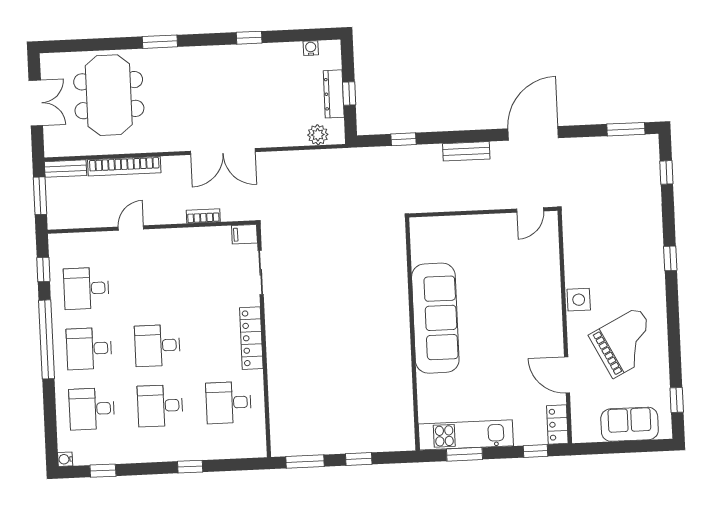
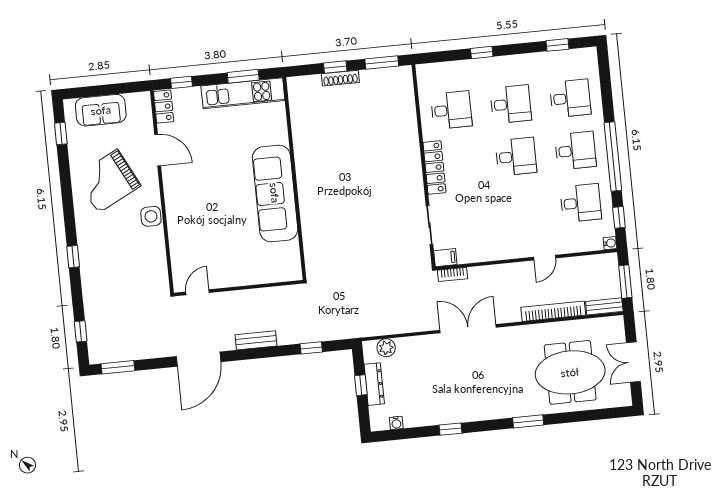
meeting table: (109, 95) -> (570, 372), turned 90
bookcase: (203, 216) -> (452, 274), moved
shoe rack: (353, 446) -> (340, 78), added
water cooler: (65, 459) -> (610, 243), moved

